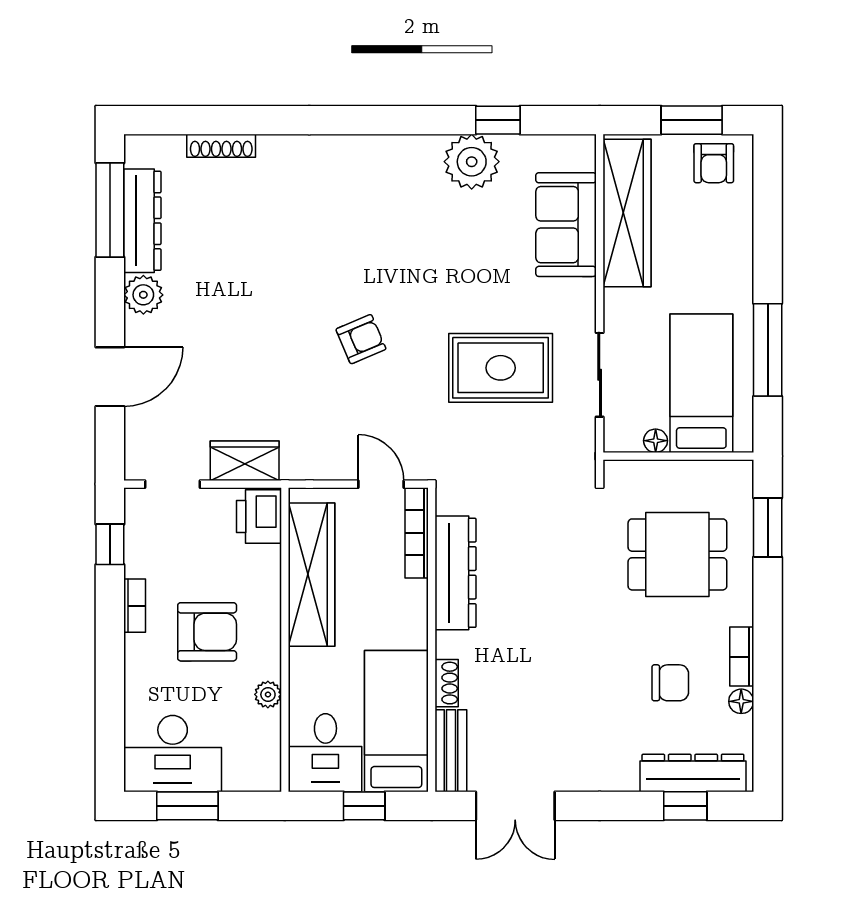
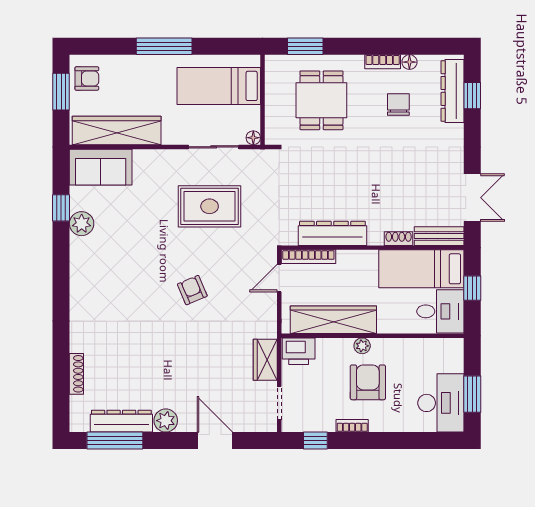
plant: (472, 162) -> (82, 224), width x0.73, depth x0.73
sofa: (566, 225) -> (101, 167), moved
window: (768, 350) -> (164, 46), moved
rug: (501, 368) -> (210, 206), turned 90
floor lamp: (656, 441) -> (253, 138), moved
plant: (268, 694) -> (362, 346), moved

